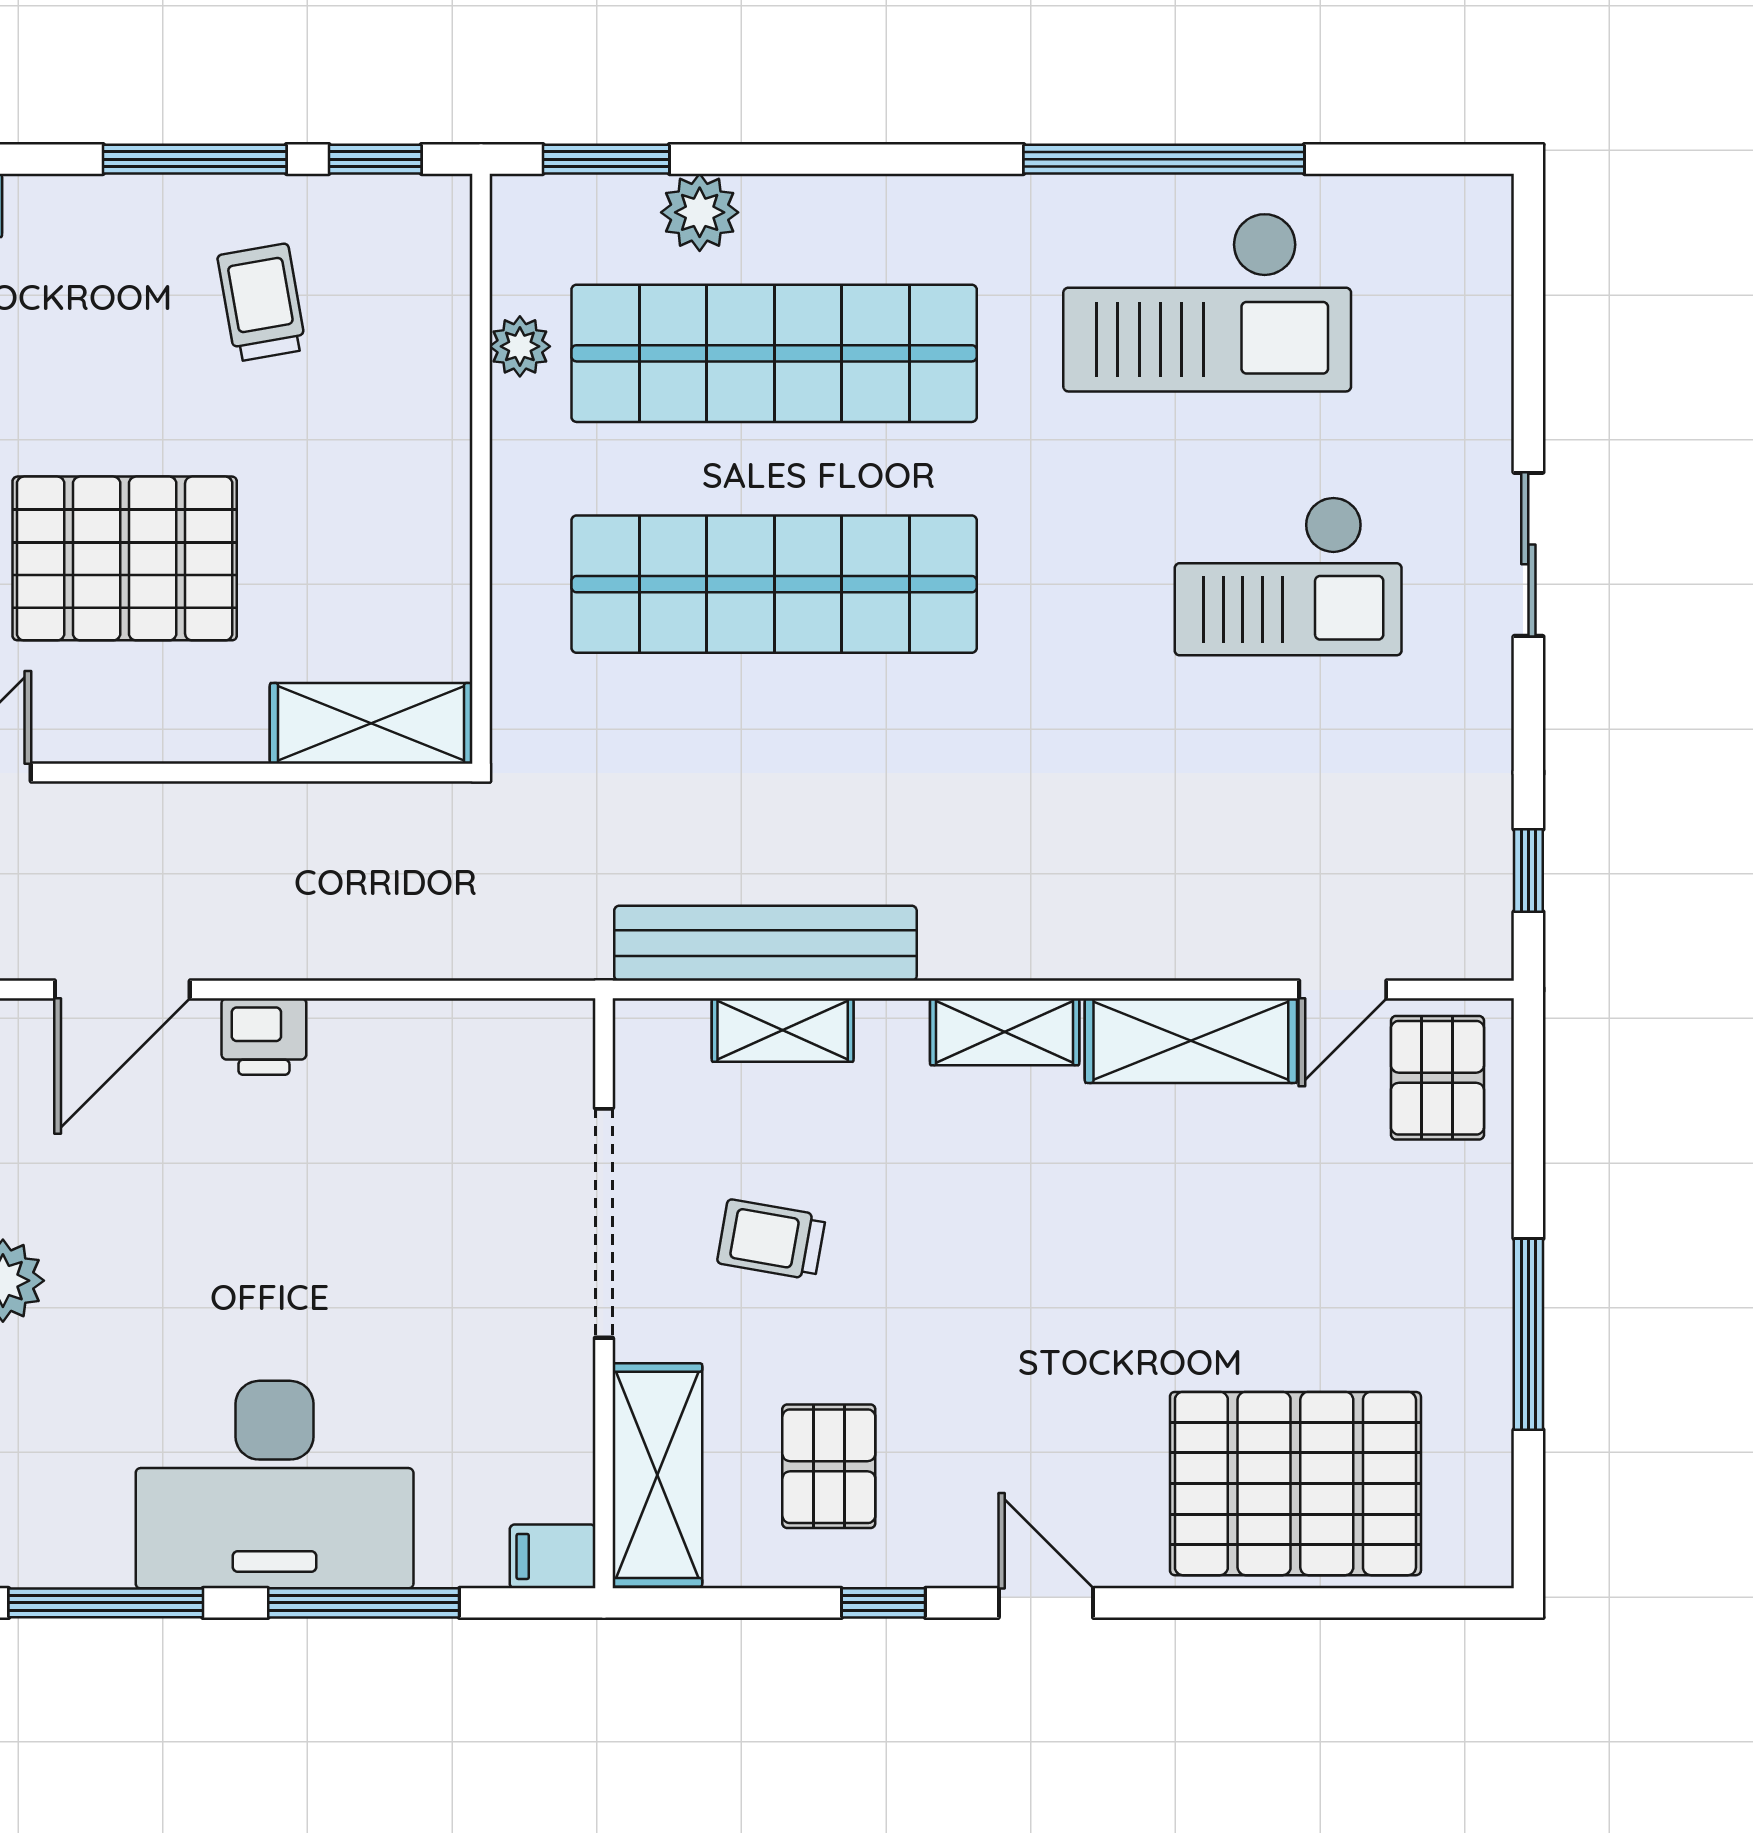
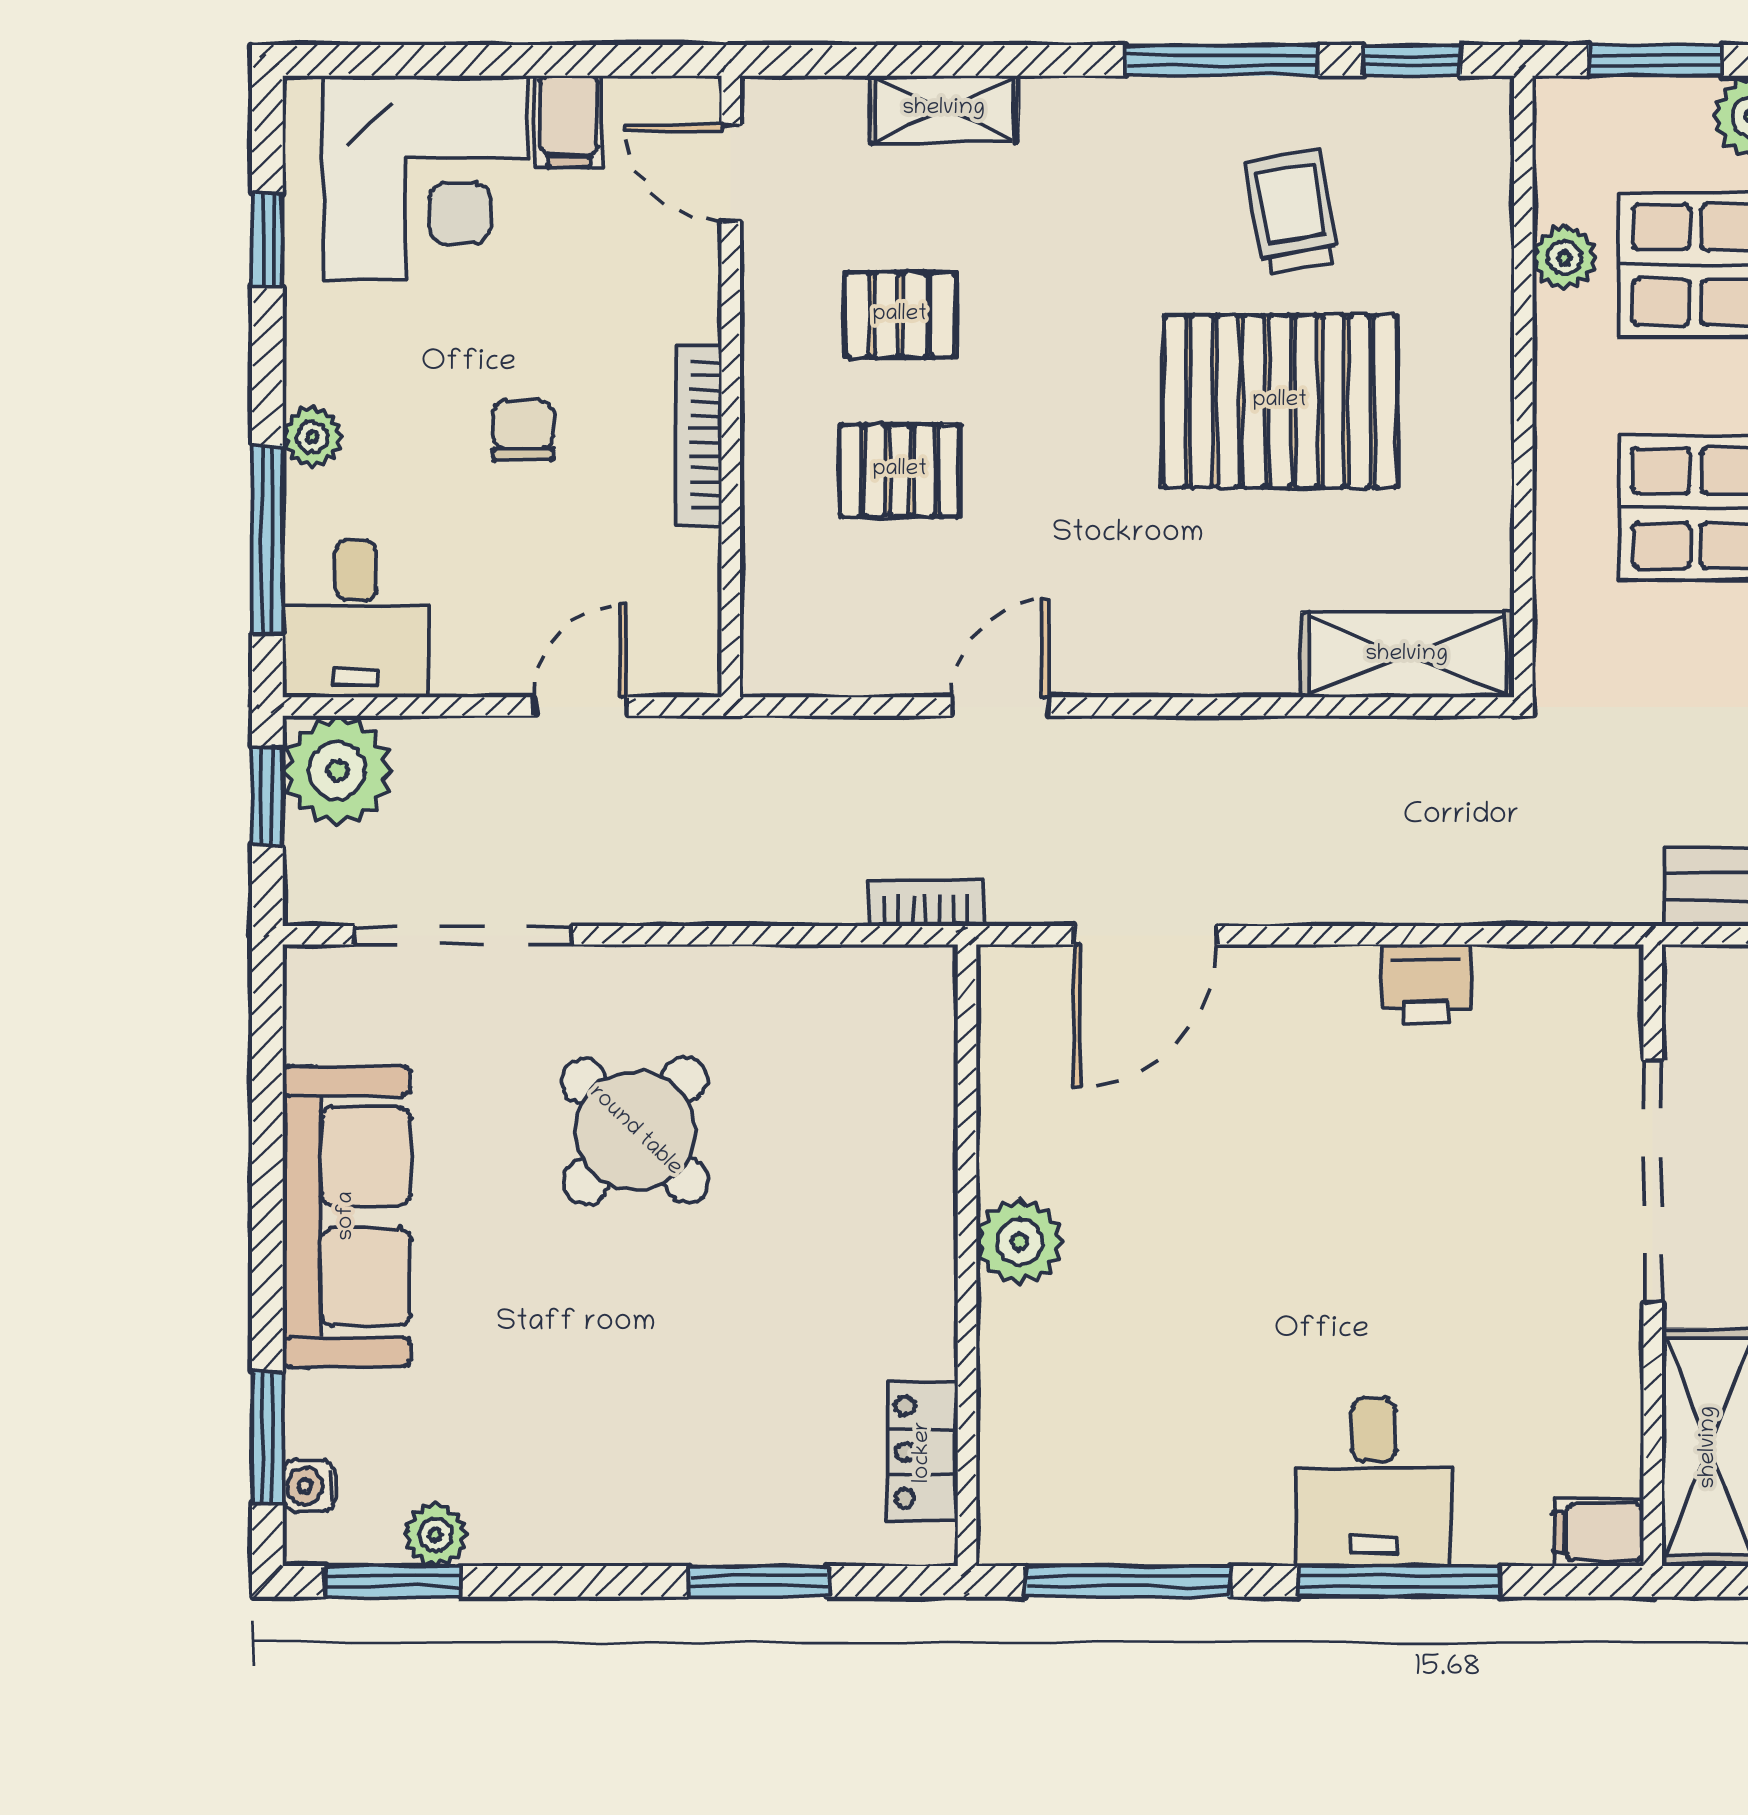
pallet: (125, 558) -> (1280, 401), moved
printer: (264, 1037) -> (1426, 985), moved
desk: (275, 1485) -> (1374, 1482), width x0.53, depth x0.77

